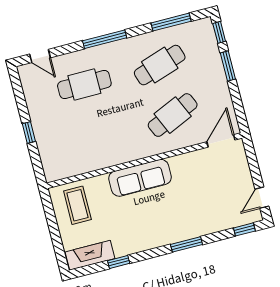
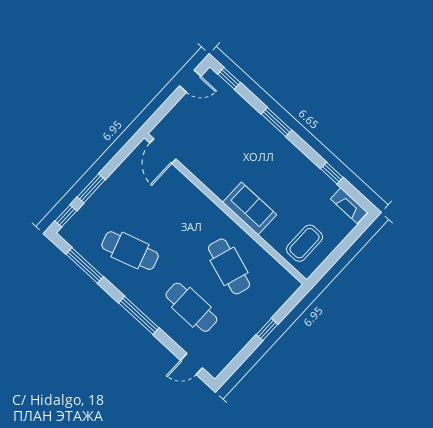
door: (40, 56) -> (192, 364), swing flipped
cafe table: (173, 115) -> (229, 266), moved, turned 42
door: (221, 141) -> (163, 151), hinge flipped
sofa: (140, 178) -> (250, 209), width x0.73
fireplace: (90, 255) -> (349, 206), width x0.73, depth x0.76

